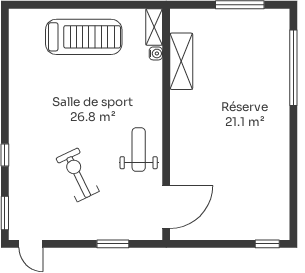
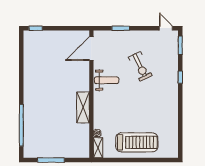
treadmill: (84, 37) -> (137, 142), turned 180
shelving: (181, 61) -> (83, 107), moved
weight bench: (139, 150) -> (107, 80), turned -90

